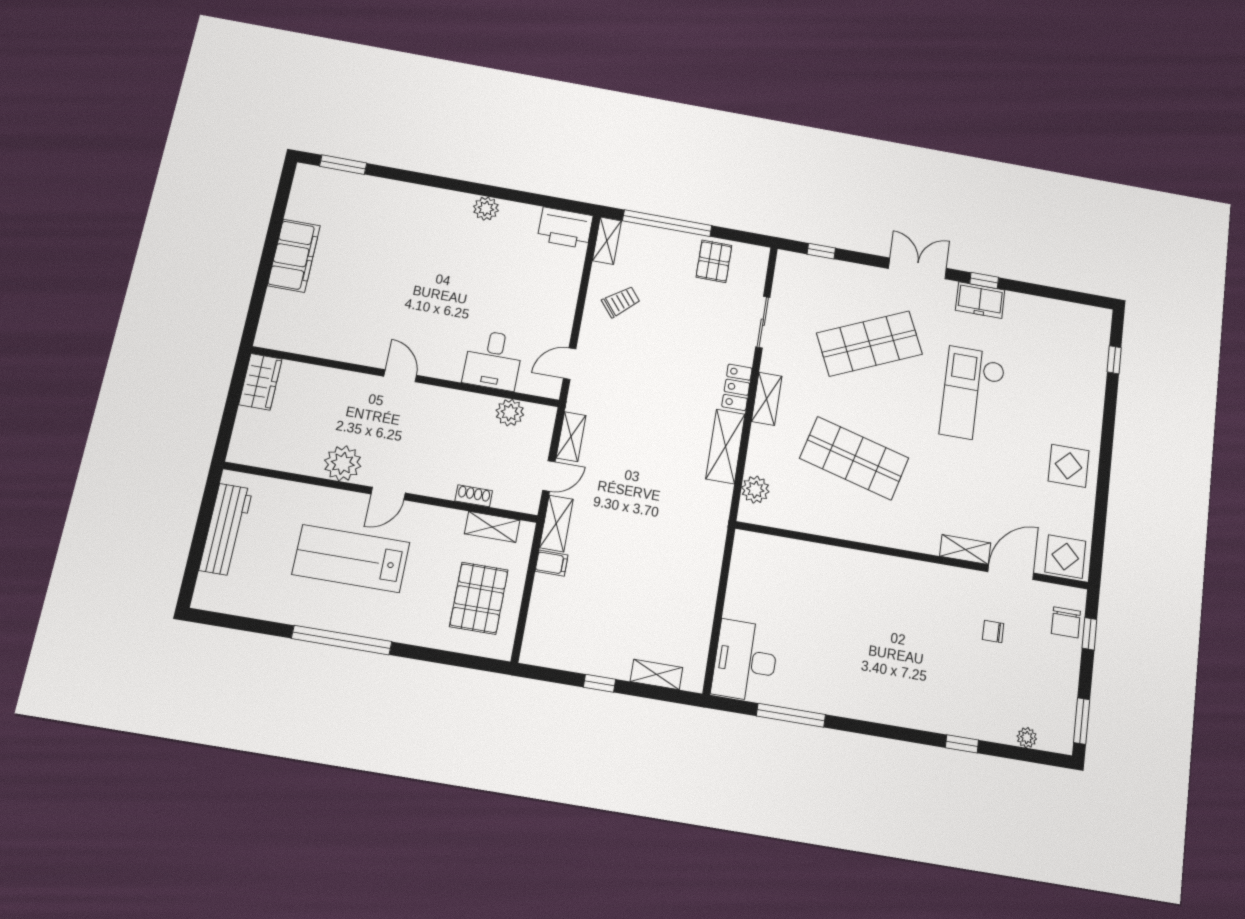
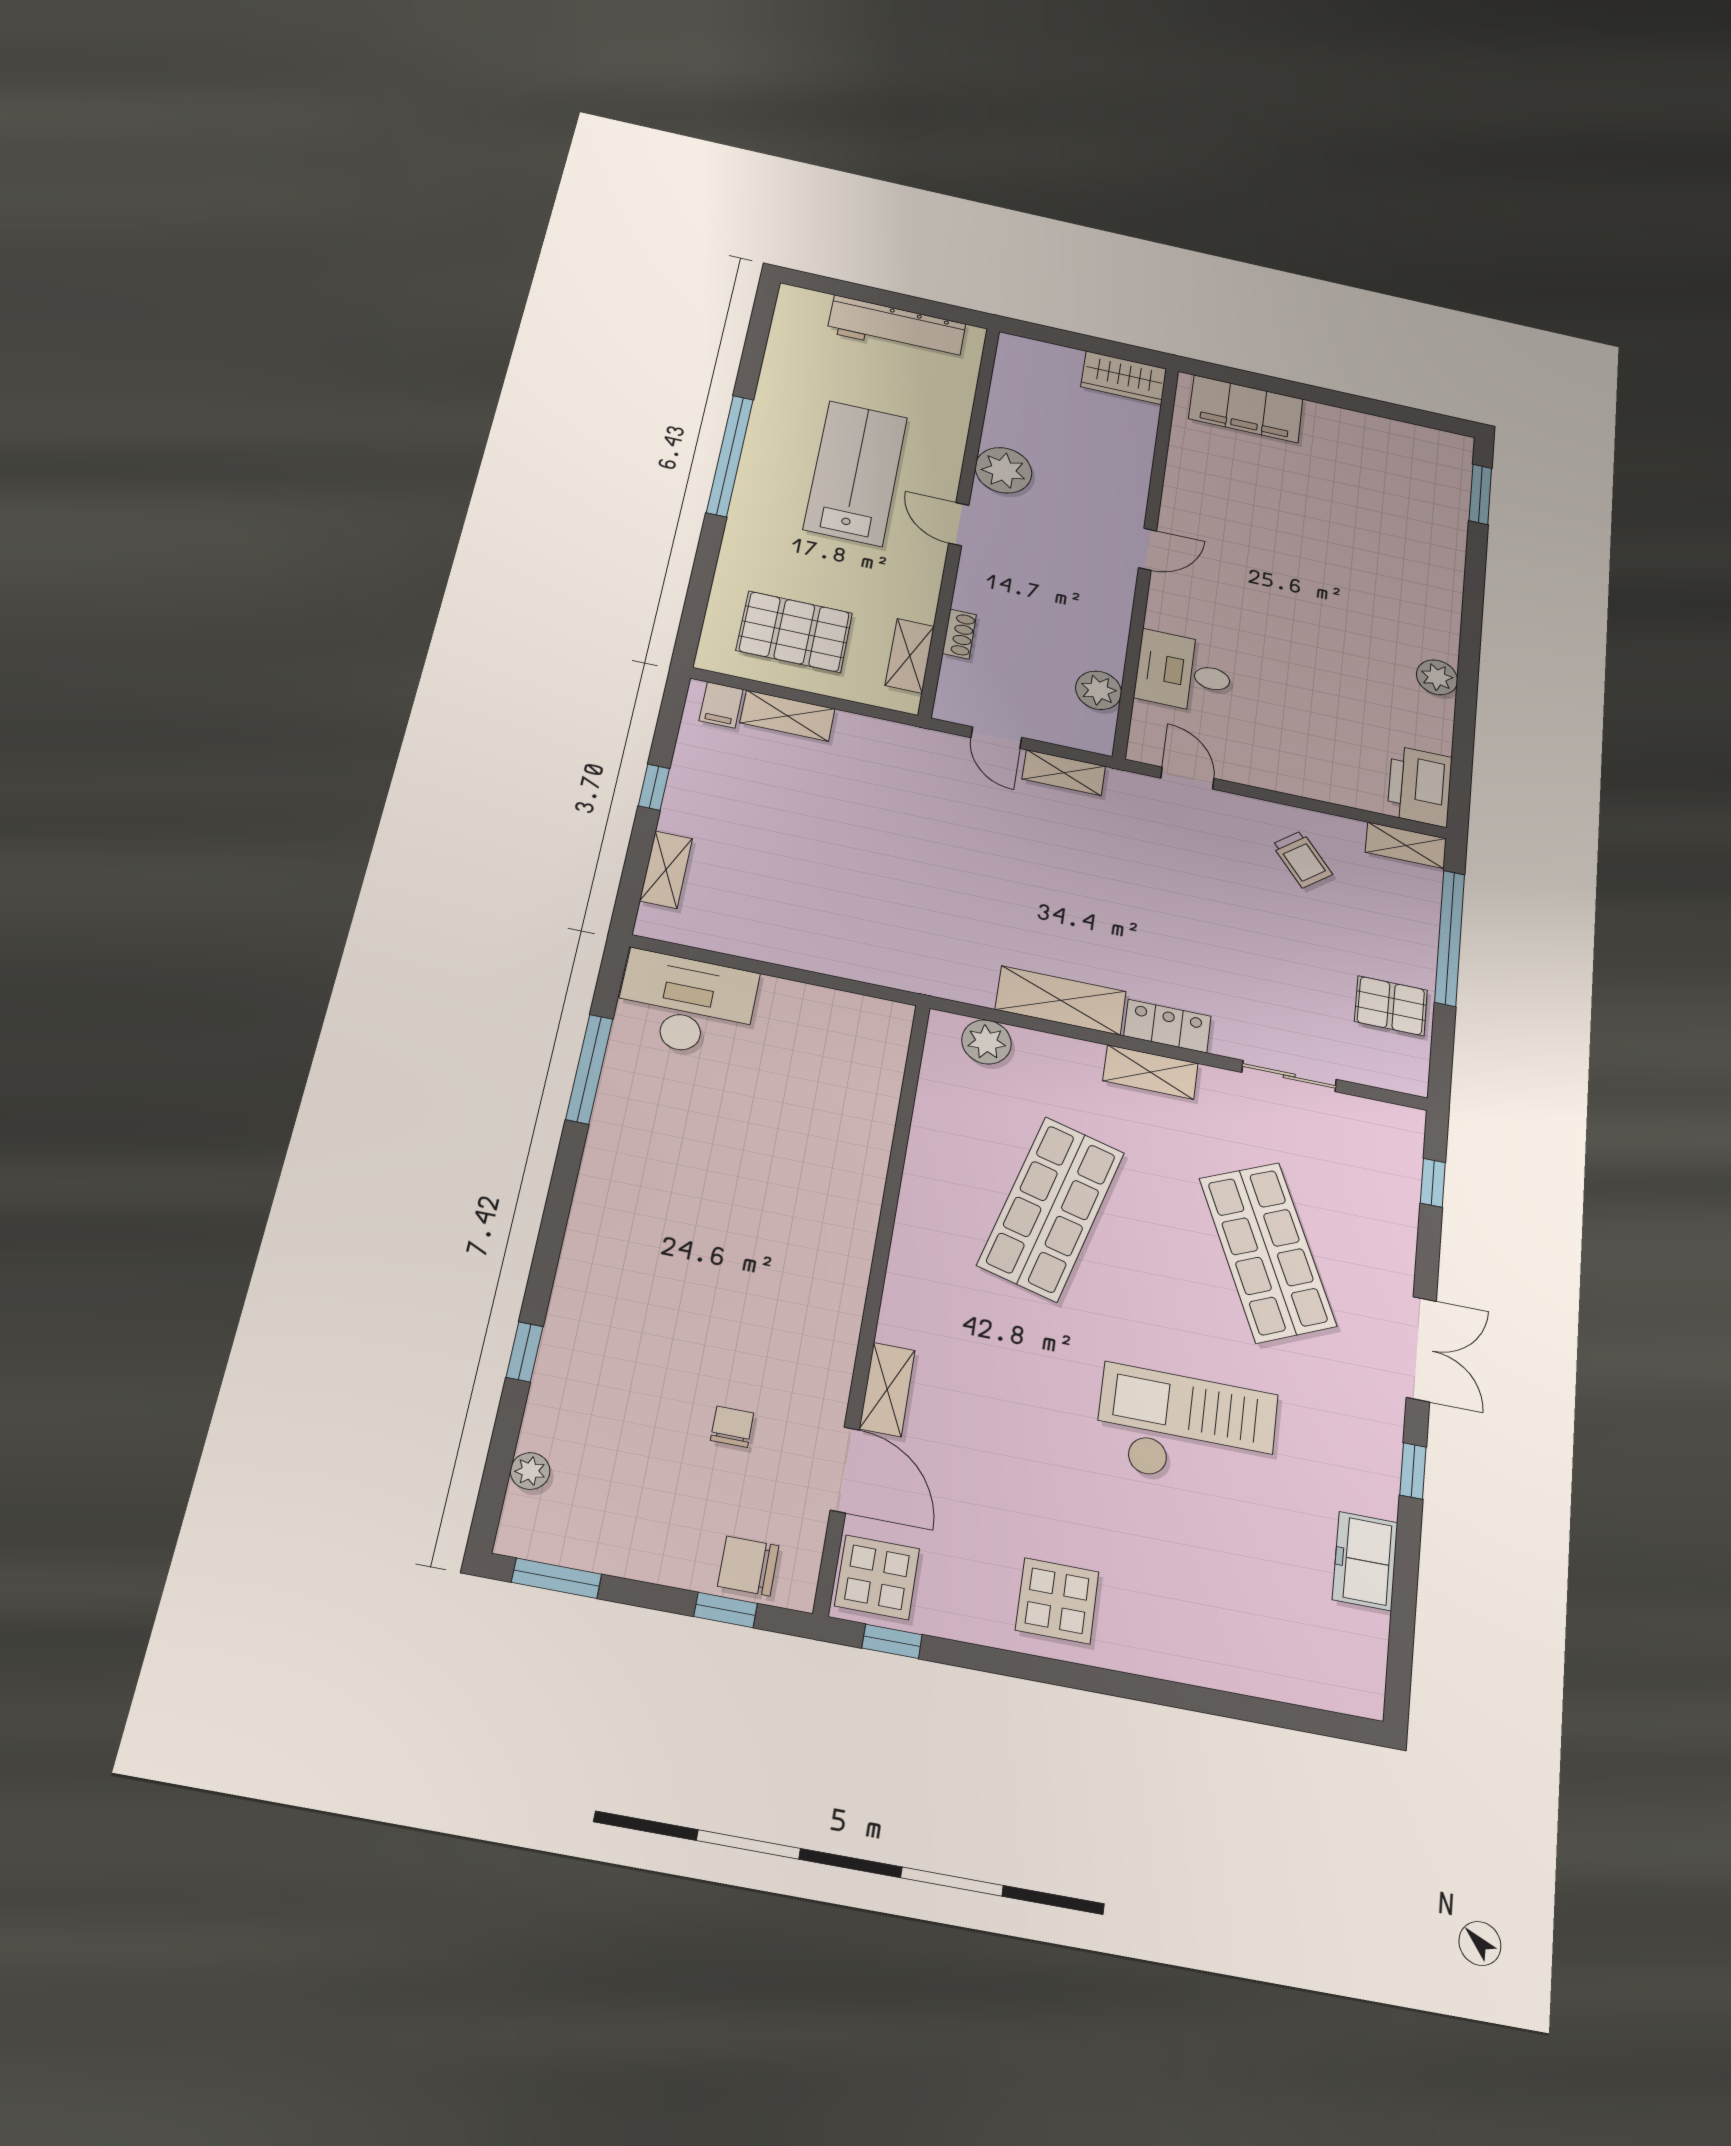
filing cabinet: (294, 256) -> (1246, 409), moved
freezer: (980, 300) -> (1365, 1561), moved
window: (1114, 360) -> (892, 1641), moved
shelving: (556, 523) -> (787, 716), moved
filing cabinet: (552, 563) -> (721, 705), moved

